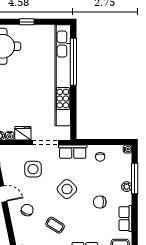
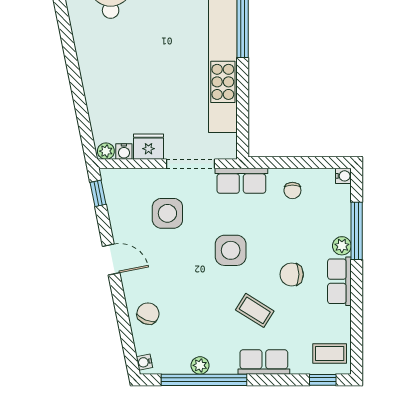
side table: (67, 189) -> (231, 250), turned 45
chair: (27, 210) -> (148, 314), moved
row of seats: (125, 219) -> (339, 281), moved
coffee table: (55, 225) -> (255, 310), moved

